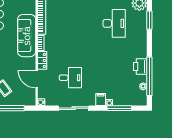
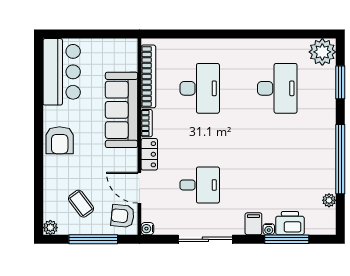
desk: (70, 23) -> (200, 88), added
printer: (140, 66) -> (290, 223), moved, turned 90
window: (149, 76) -> (340, 159), moved
armchair: (27, 95) -> (123, 216), added

